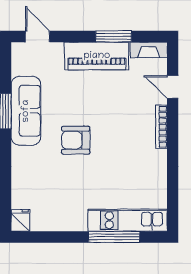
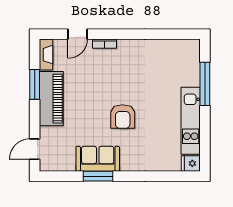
sofa: (26, 111) -> (98, 159), width x0.73
bookcase: (161, 127) -> (105, 44), width x0.64
kitchen unit: (127, 220) -> (191, 121), moved

